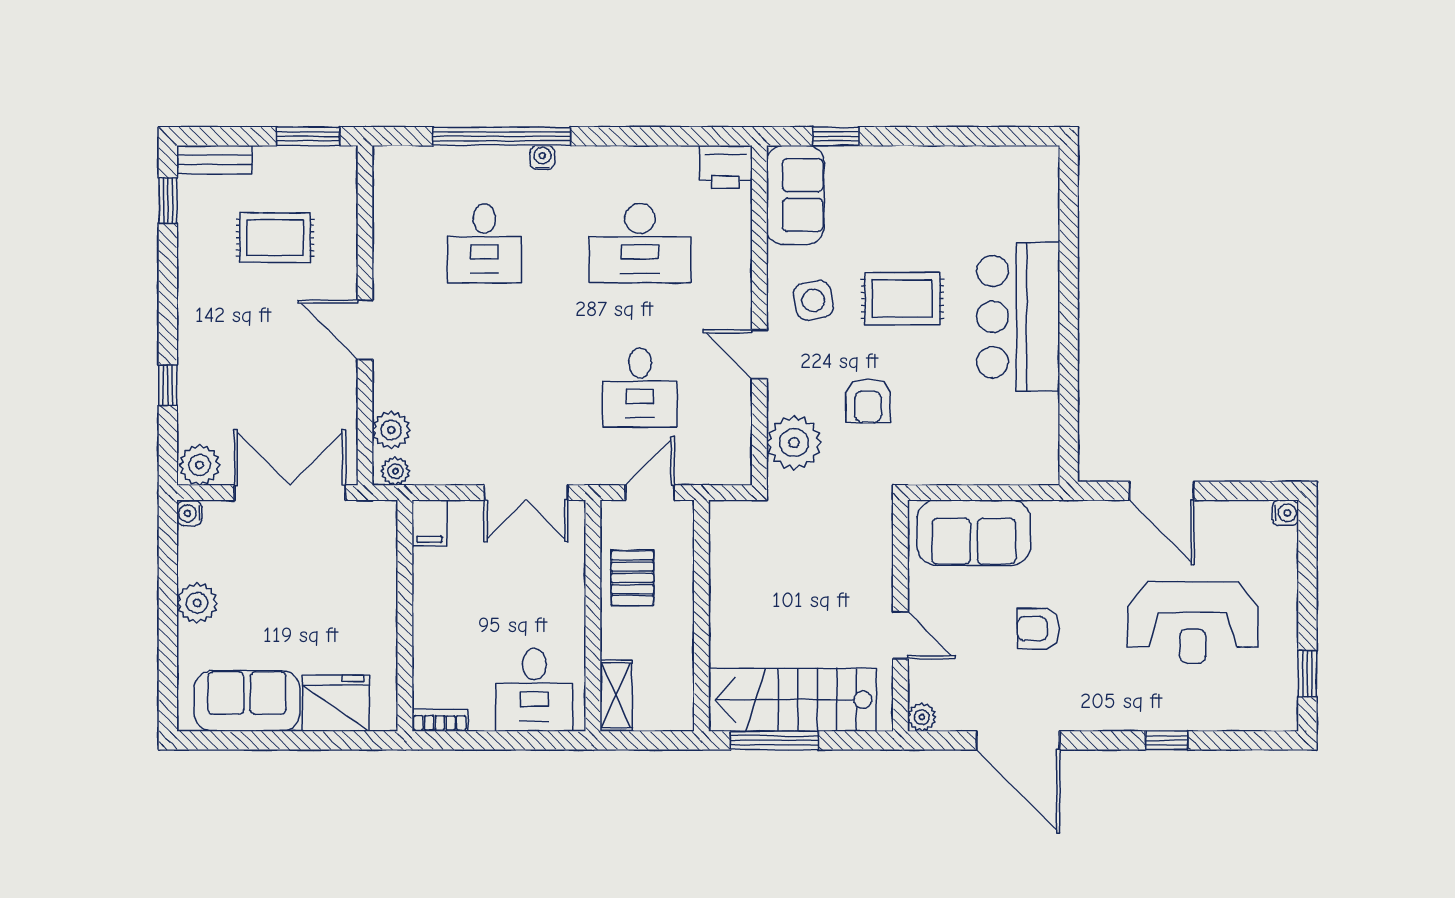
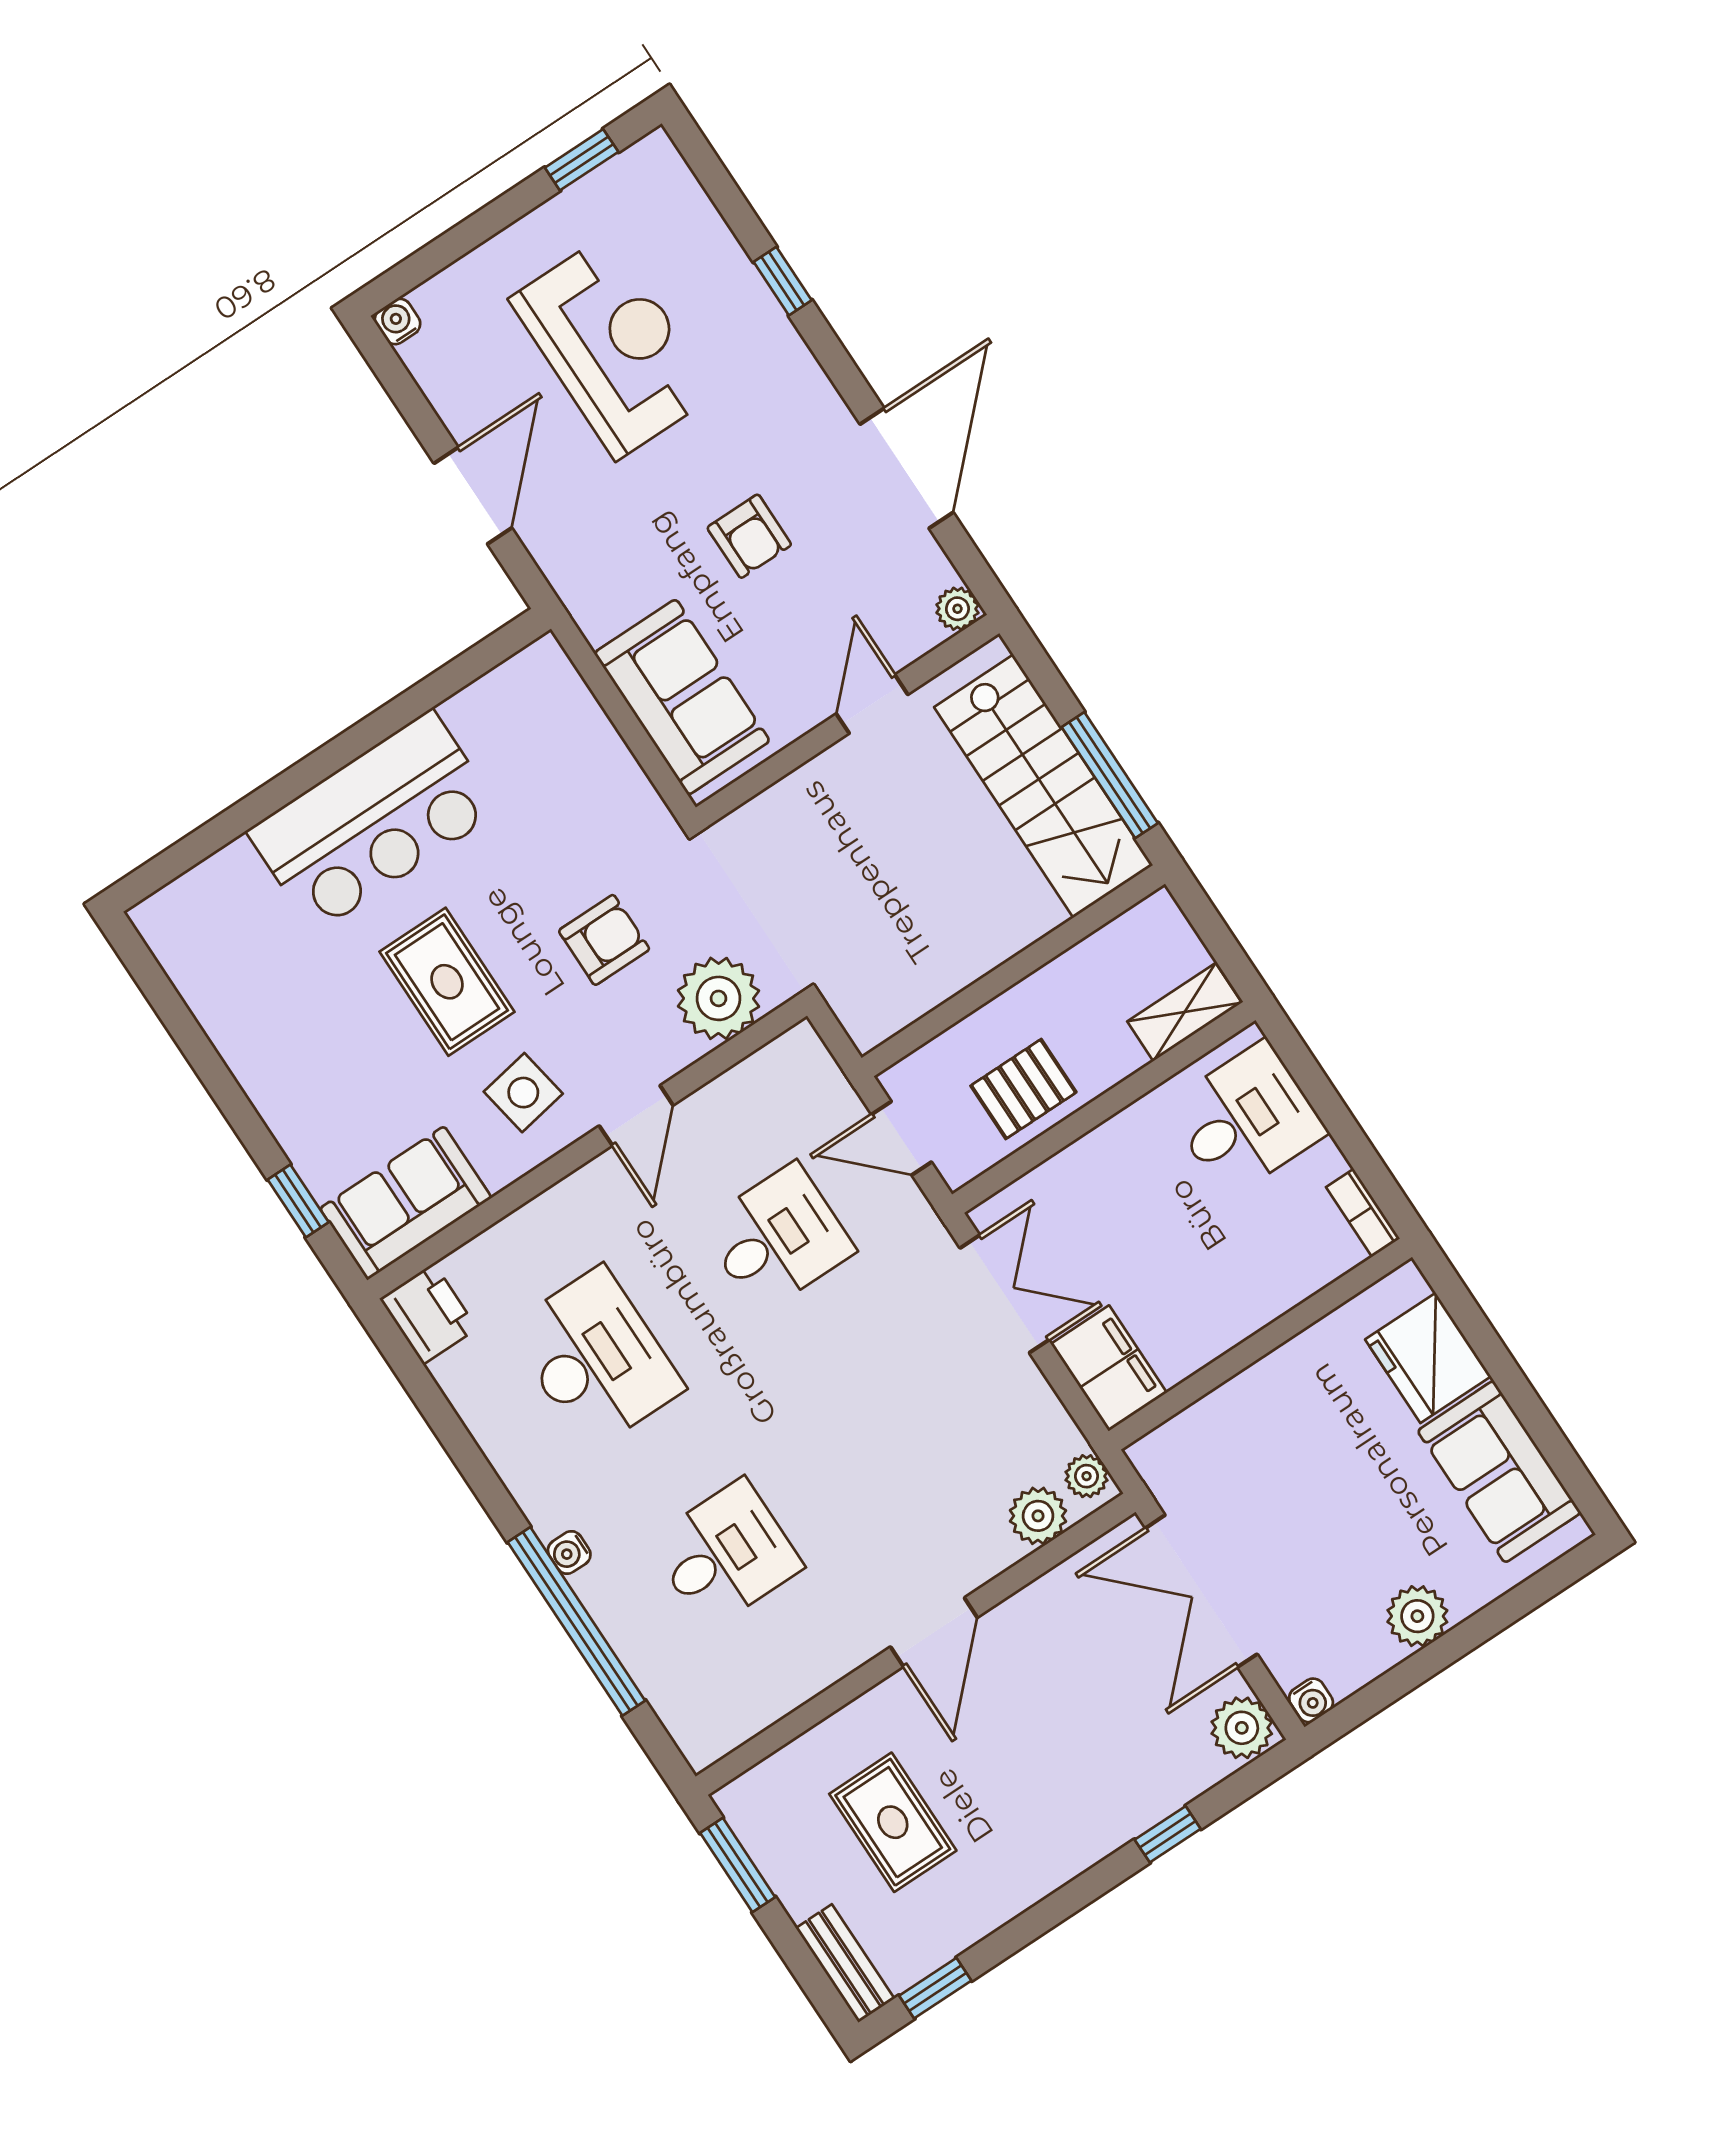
filing cabinet: (429, 523) -> (1109, 1368), width x2.00

